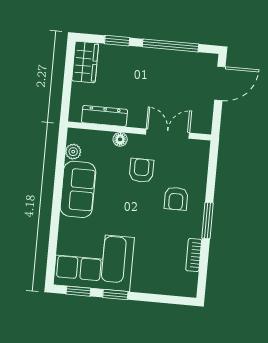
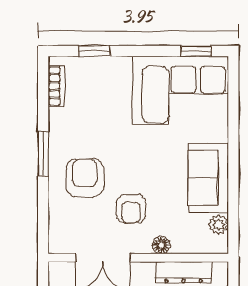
armchair: (176, 199) -> (85, 178), width x1.38, depth x1.38
bookcase: (194, 255) -> (56, 86), moved
window: (115, 295) -> (94, 51), moved

